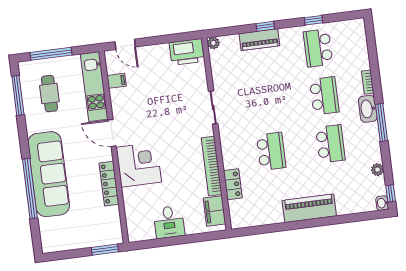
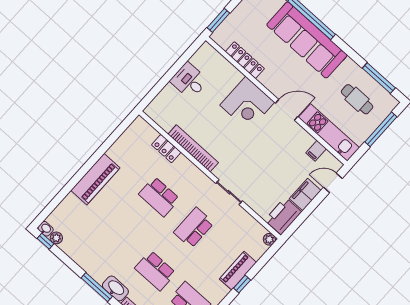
school desk: (330, 144) -> (194, 228), moved, turned 90
plant: (377, 170) -> (56, 238), moved
locker: (109, 184) -> (245, 60), moved
filing cabinet: (214, 211) -> (305, 195), moved, turned -90

